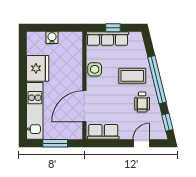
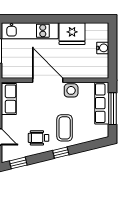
window: (113, 28) -> (112, 109), width x2.17
window: (157, 80) -> (61, 153), width x0.32
door: (84, 106) -> (48, 80), moved

